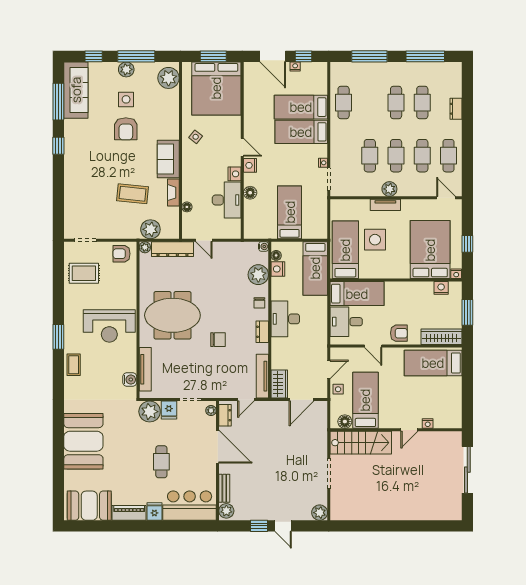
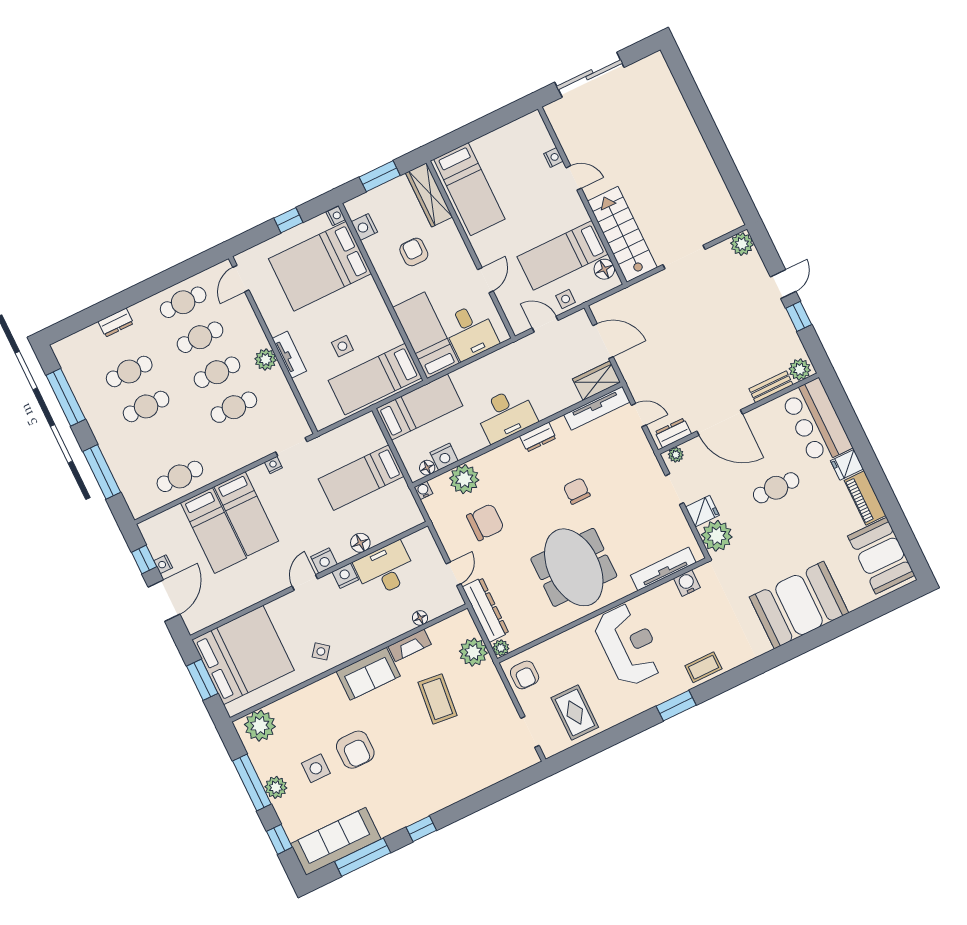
armchair: (126, 129) -> (355, 750), turned 90
side table: (375, 240) -> (342, 346), width x0.54, depth x0.54
chair: (259, 303) -> (485, 522), moved, width x1.87, depth x1.87
armchair: (399, 333) -> (414, 252), moved
door: (218, 447) -> (720, 423), swing flipped

